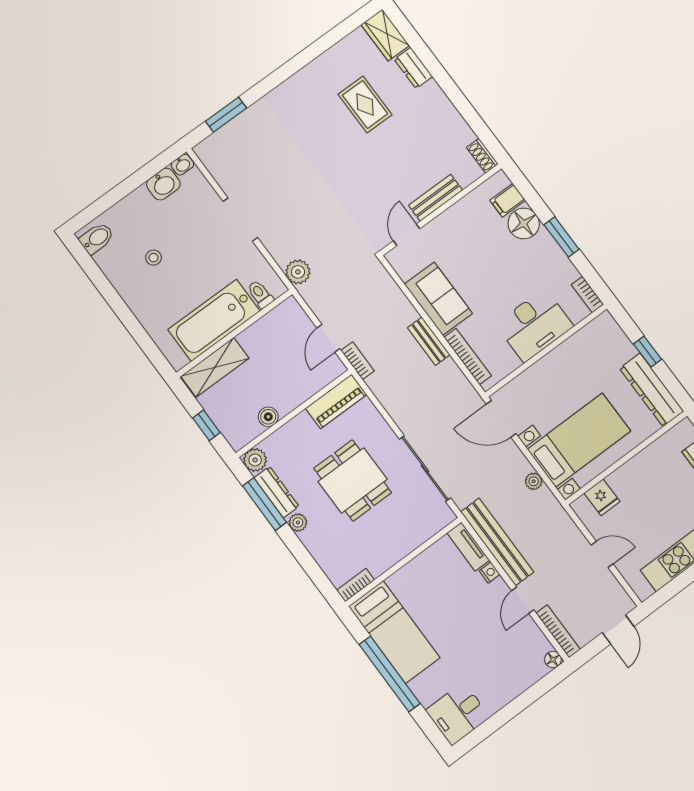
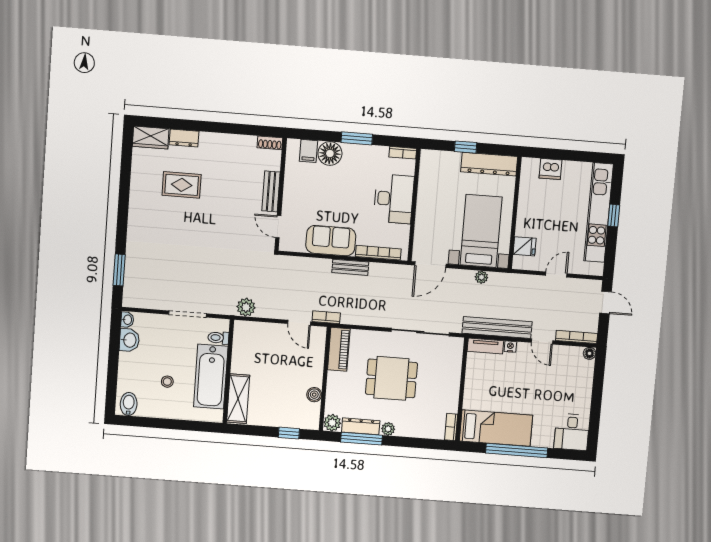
toilet: (260, 294) -> (218, 338), moved
bathtub: (214, 320) -> (211, 376), moved
wall: (234, 333) -> (228, 371), moved
shelving: (215, 367) -> (238, 399), moved

